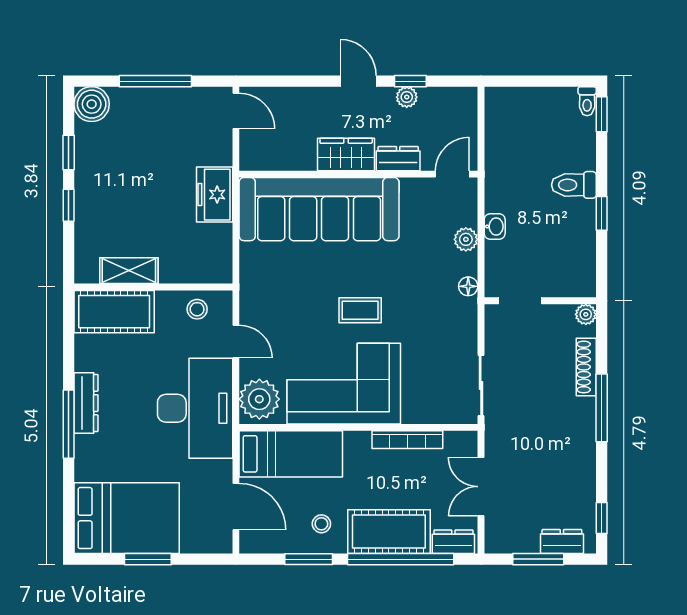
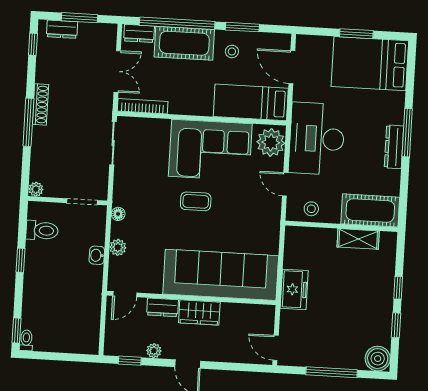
window: (410, 81) -> (130, 361), moved
toilet: (574, 185) -> (42, 230), moved
shoe rack: (586, 367) -> (40, 104), moved
bookcase: (407, 440) -> (143, 106), moved

